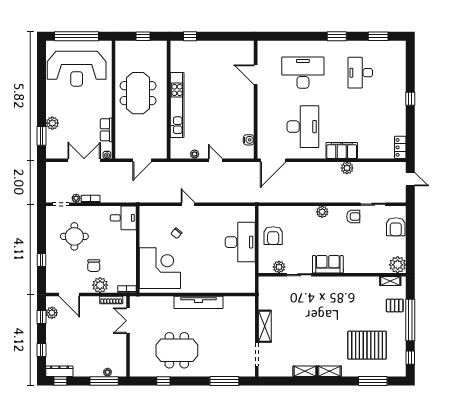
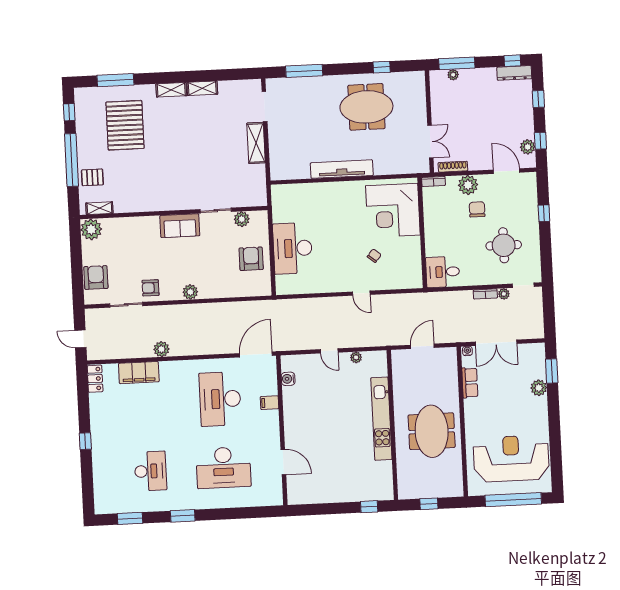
filing cabinet: (264, 122) -> (269, 403), added
filing cabinet: (342, 150) -> (139, 373), moved
pallet: (367, 345) -> (125, 125), turned 90

